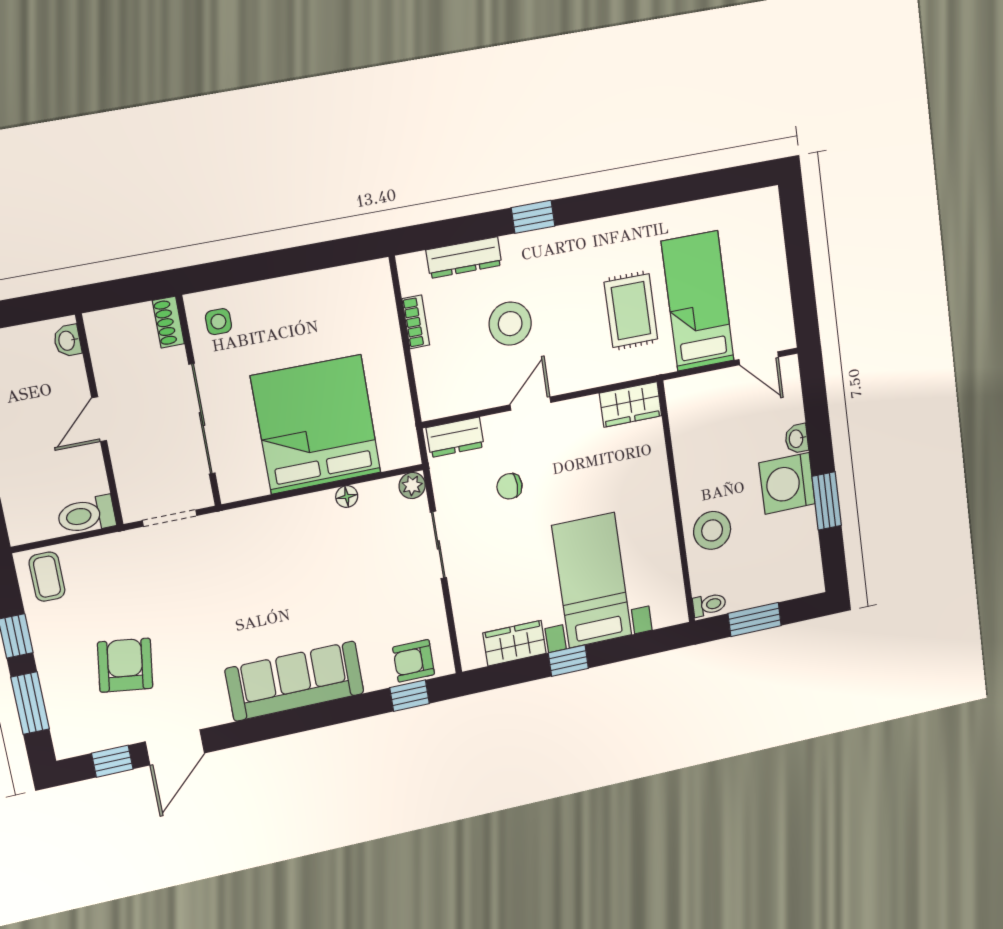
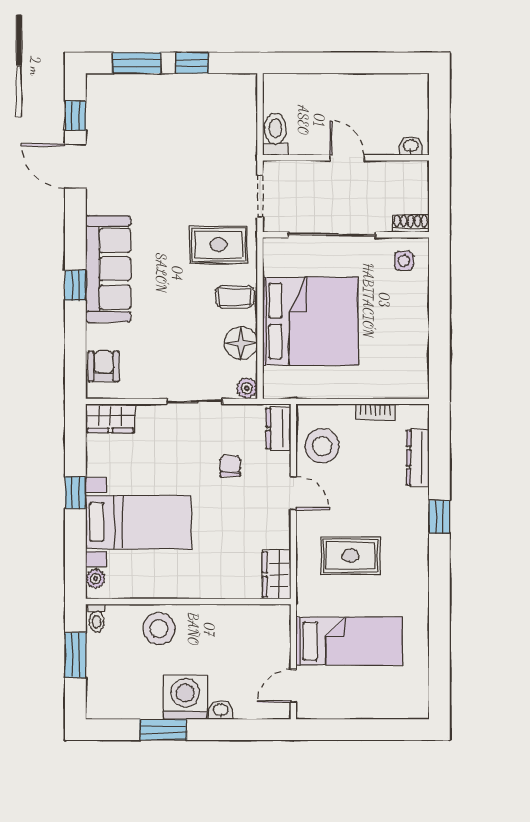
rug: (631, 311) -> (351, 556), moved
stool: (510, 324) -> (322, 446), moved
floor lamp: (347, 497) -> (241, 343), width x1.89, depth x1.89
rug: (241, 556) -> (219, 245), added
coffee table: (47, 577) -> (235, 297), moved
plant: (664, 616) -> (95, 579), added
wardrobe: (515, 643) -> (110, 418), moved, turned 90
armchair: (125, 665) -> (151, 140), removed
window: (409, 696) -> (75, 285), moved

